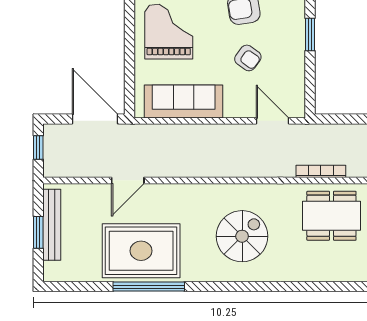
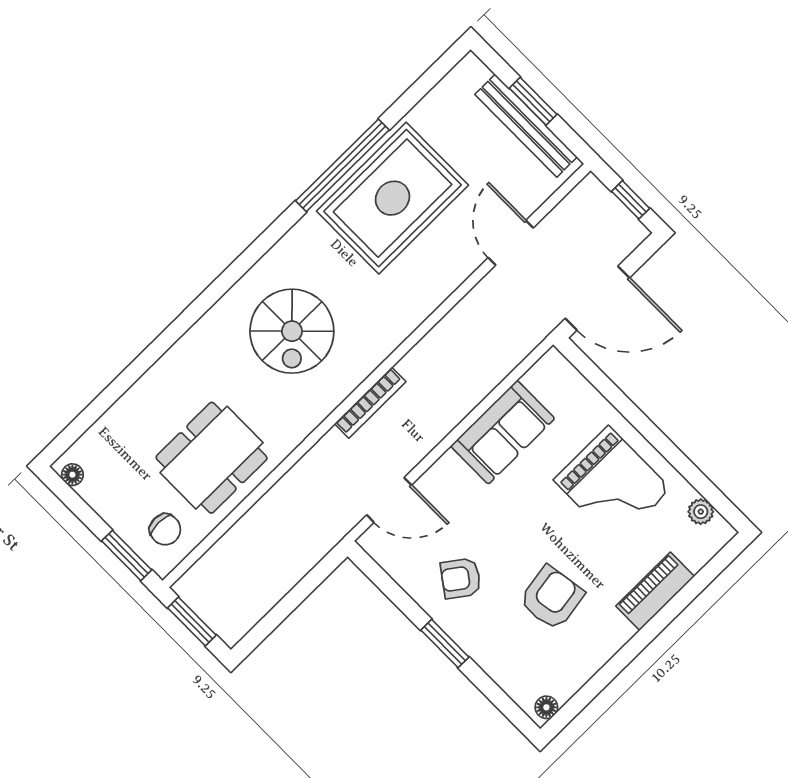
armchair: (248, 58) -> (461, 578), moved
sofa: (184, 102) -> (503, 432), width x0.73
bookcase: (321, 171) -> (370, 403), moved
door: (128, 180) -> (511, 243), moved

